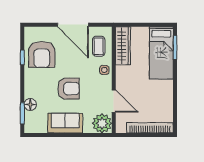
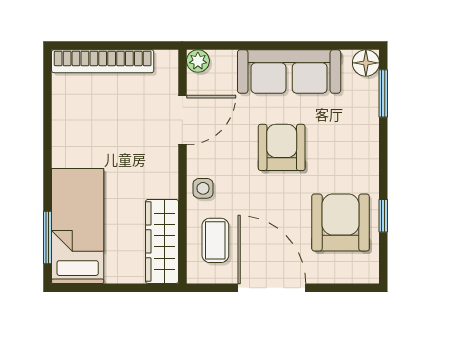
armchair: (69, 89) -> (282, 147), turned 90
door: (114, 101) -> (182, 120), swing flipped
floor lamp: (30, 104) -> (366, 63), moved
sofa: (65, 123) -> (289, 71), width x1.36
plant: (102, 123) -> (198, 61), width x0.53, depth x0.53

